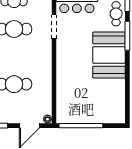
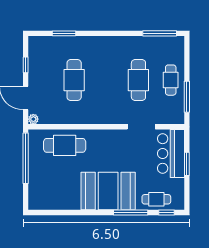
cafe table: (70, 92) -> (65, 145), added

